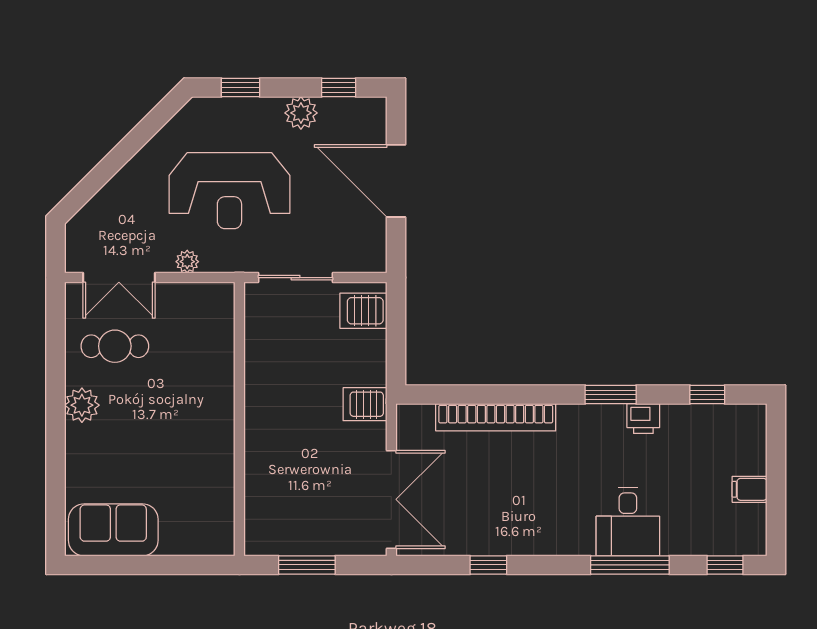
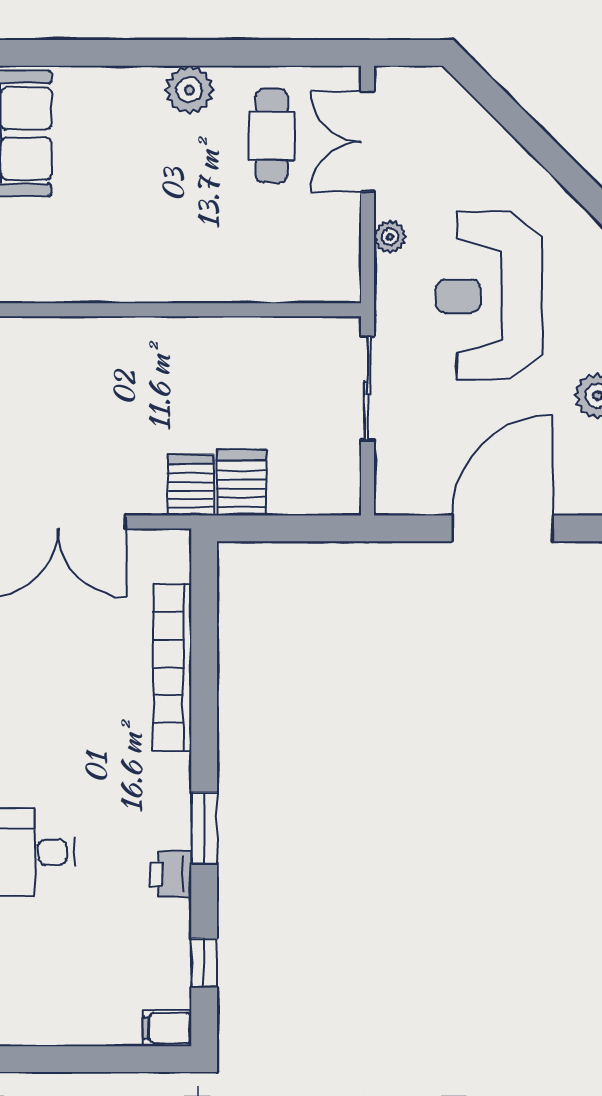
server rack: (363, 311) -> (242, 483), moved
filing cabinet: (750, 489) -> (167, 1028), moved, turned -90

